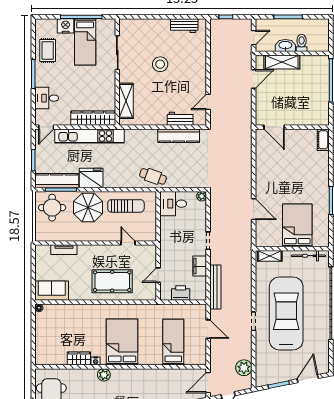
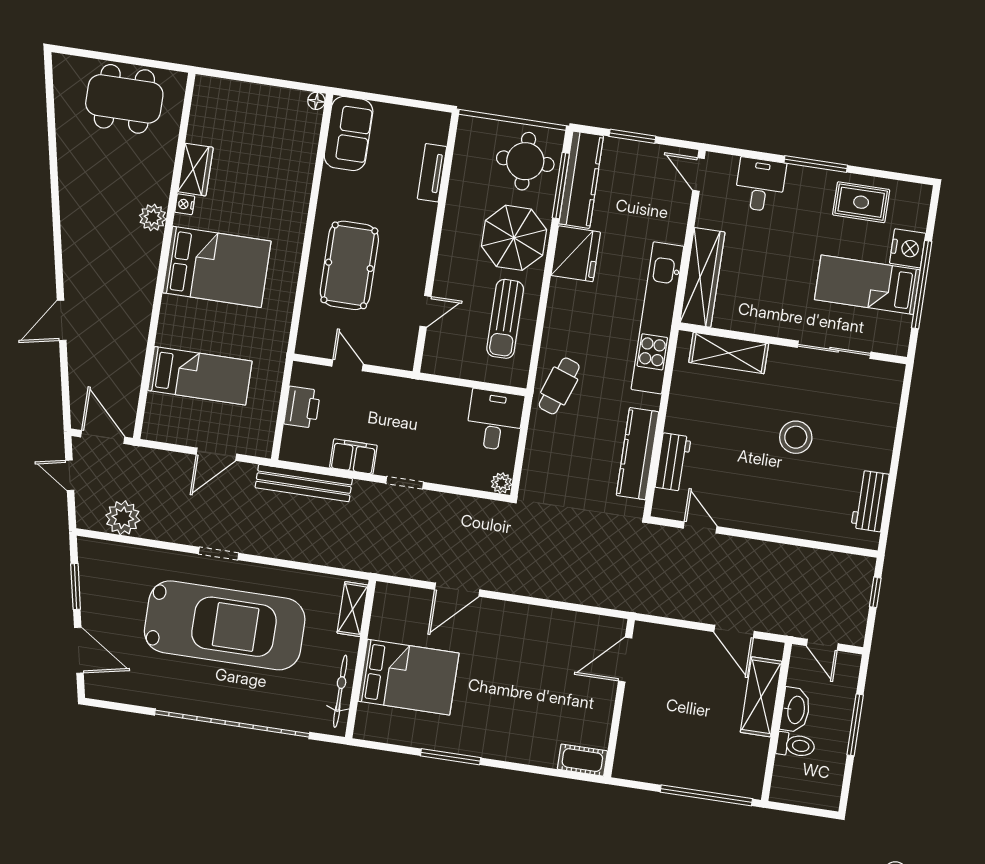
kitchen unit: (90, 136) -> (657, 318), moved

